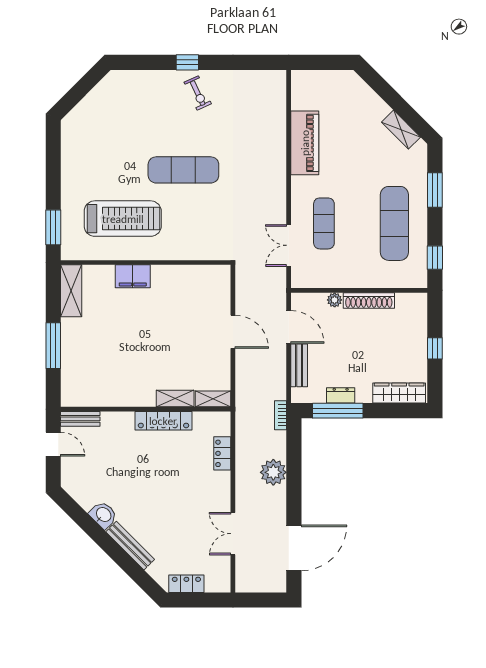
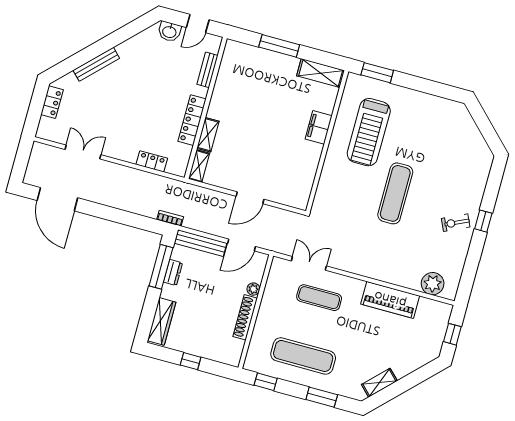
window: (324, 62) -> (452, 334), added
bench: (299, 365) -> (201, 243), width x1.36
bench: (80, 419) -> (207, 70), moved
plant: (273, 472) -> (433, 284), moved
washbasin: (103, 515) -> (169, 32), moved, turned 45

